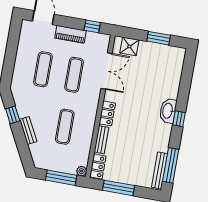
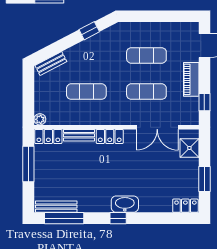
locker: (179, 59) -> (185, 206), added
bench: (28, 131) -> (51, 64), moved
window: (61, 178) -> (28, 98), removed

